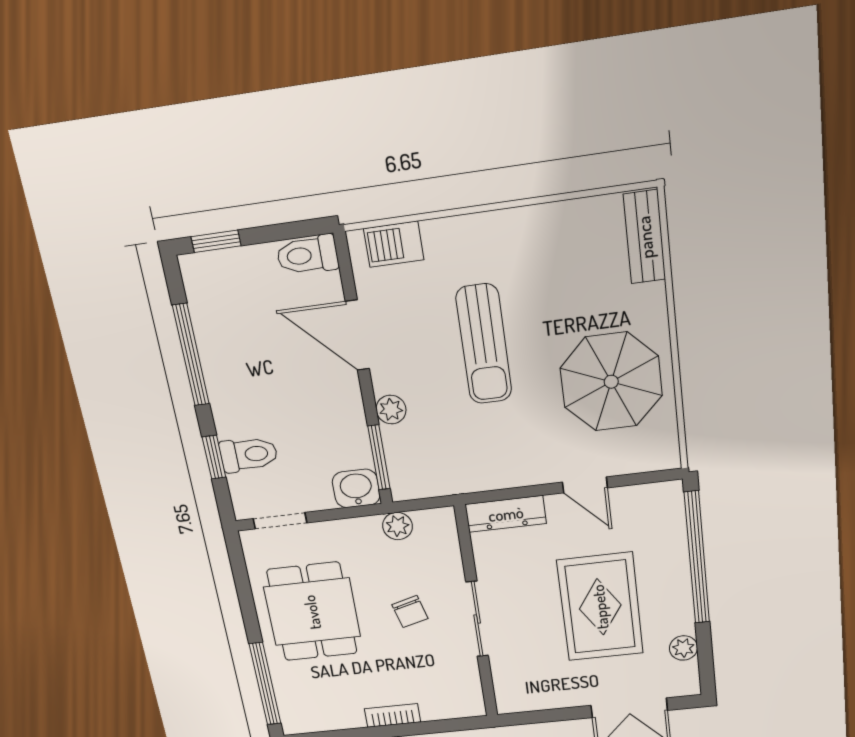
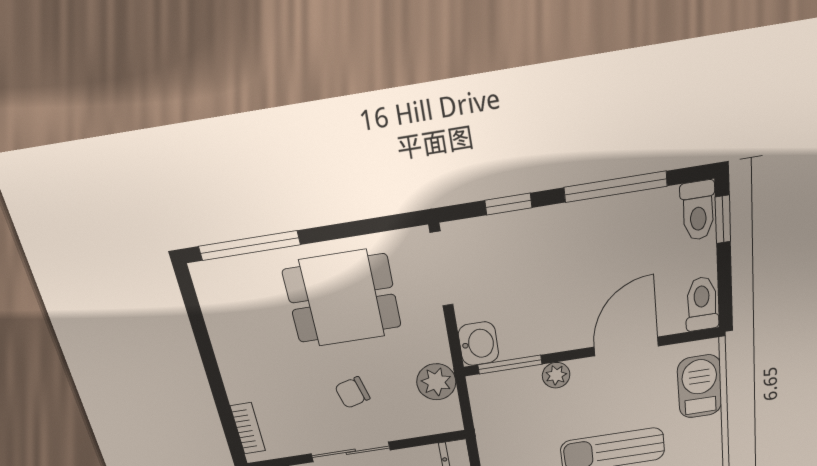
barbecue: (394, 244) -> (700, 386), width x1.38, depth x1.27
toilet: (249, 454) -> (698, 211), moved
doorway: (280, 521) -> (442, 269), width x1.38
plant: (397, 526) -> (436, 382), width x1.38, depth x1.38
bookcase: (393, 715) -> (248, 428), moved

